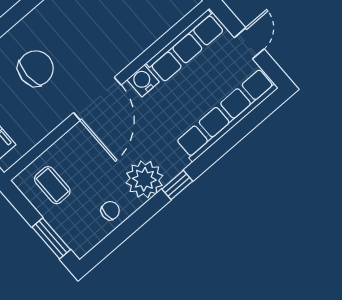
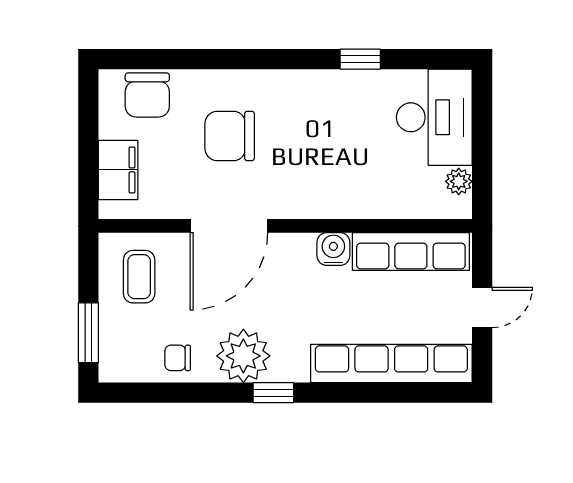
chair: (36, 68) -> (230, 136), turned 180
door: (97, 99) -> (229, 226), moved
chair: (110, 211) -> (178, 358), turned 180

